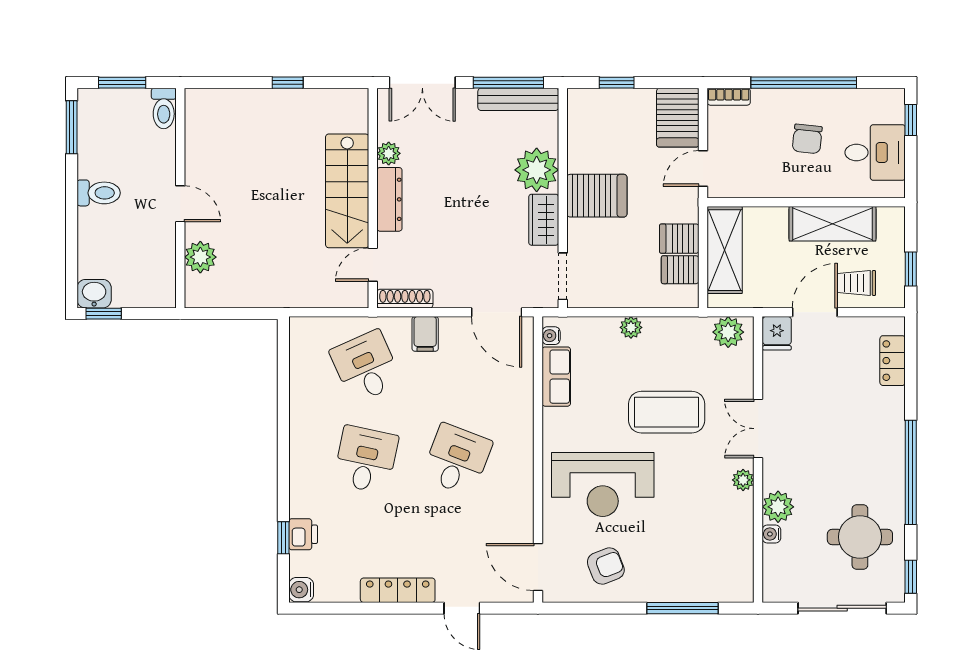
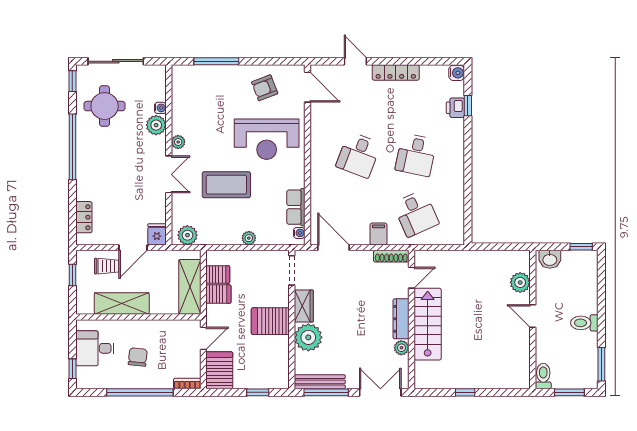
washbasin: (94, 294) -> (550, 259), moved
reception desk: (603, 484) -> (267, 139), turned 180

